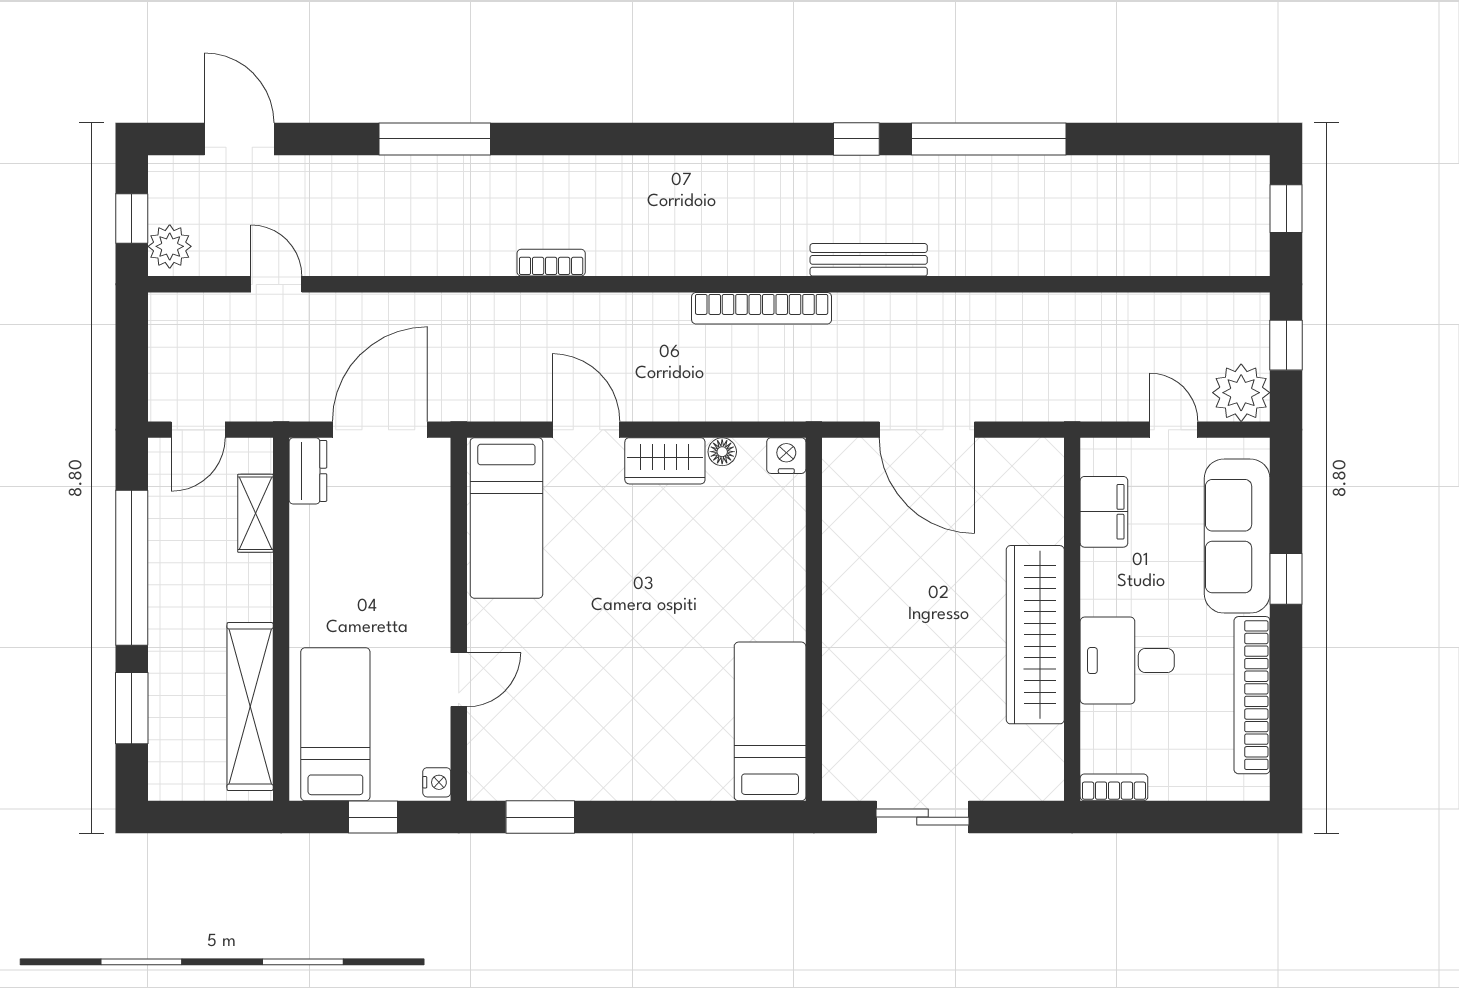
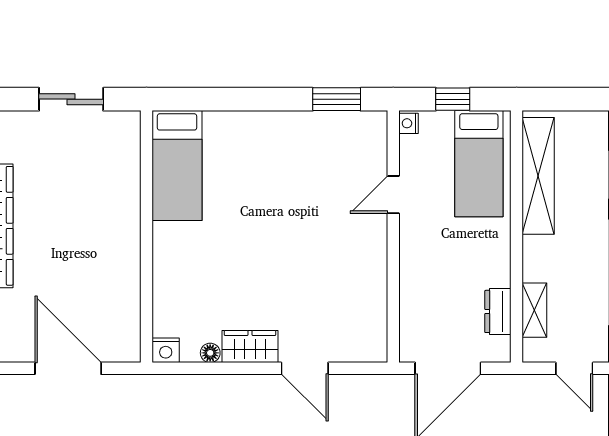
door: (198, 430) -> (574, 368), swing flipped
dresser: (308, 471) -> (498, 311), moved
bed: (506, 518) -> (360, 307), removed

